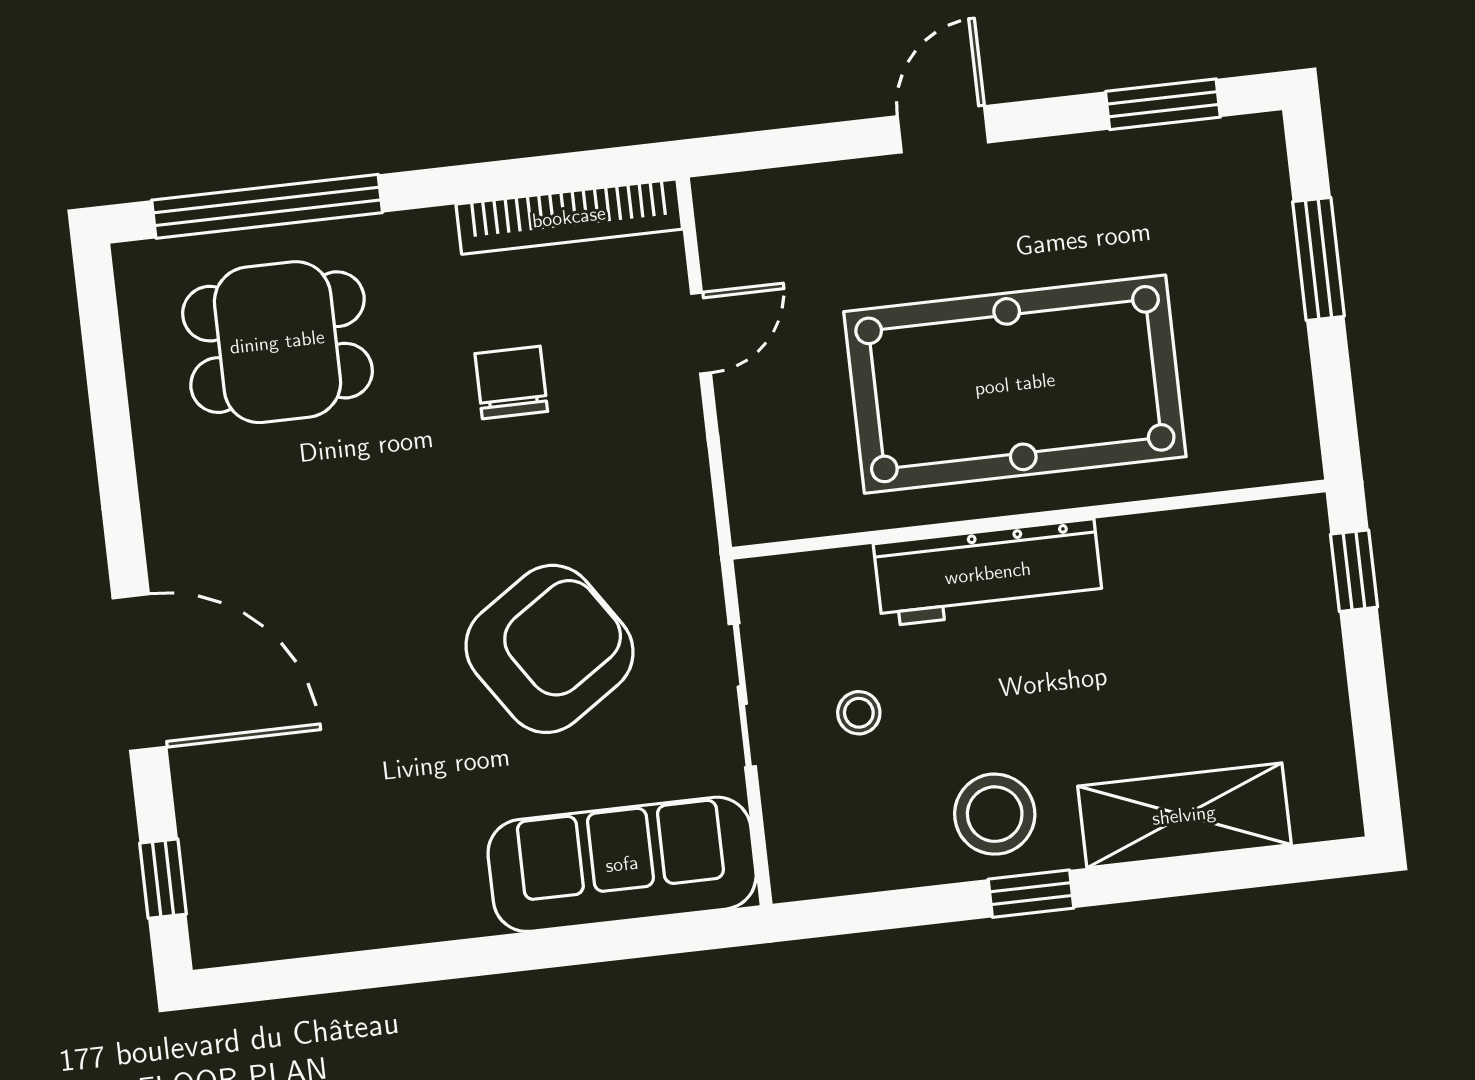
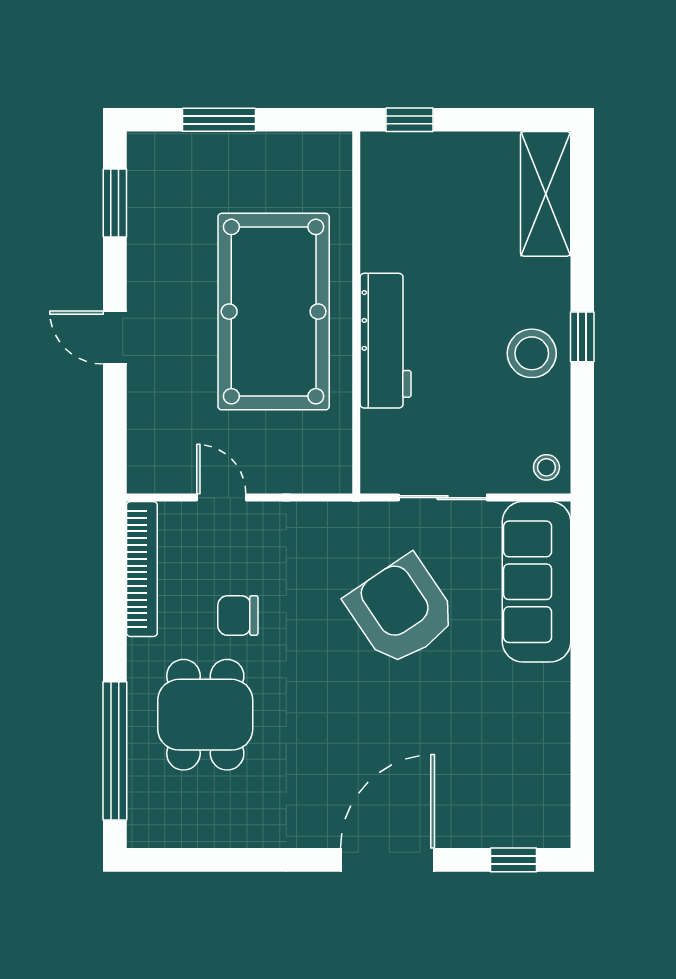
dining table: (277, 342) -> (205, 715), moved
stool: (859, 713) -> (546, 467), moved
shelving: (1184, 815) -> (546, 194), moved

